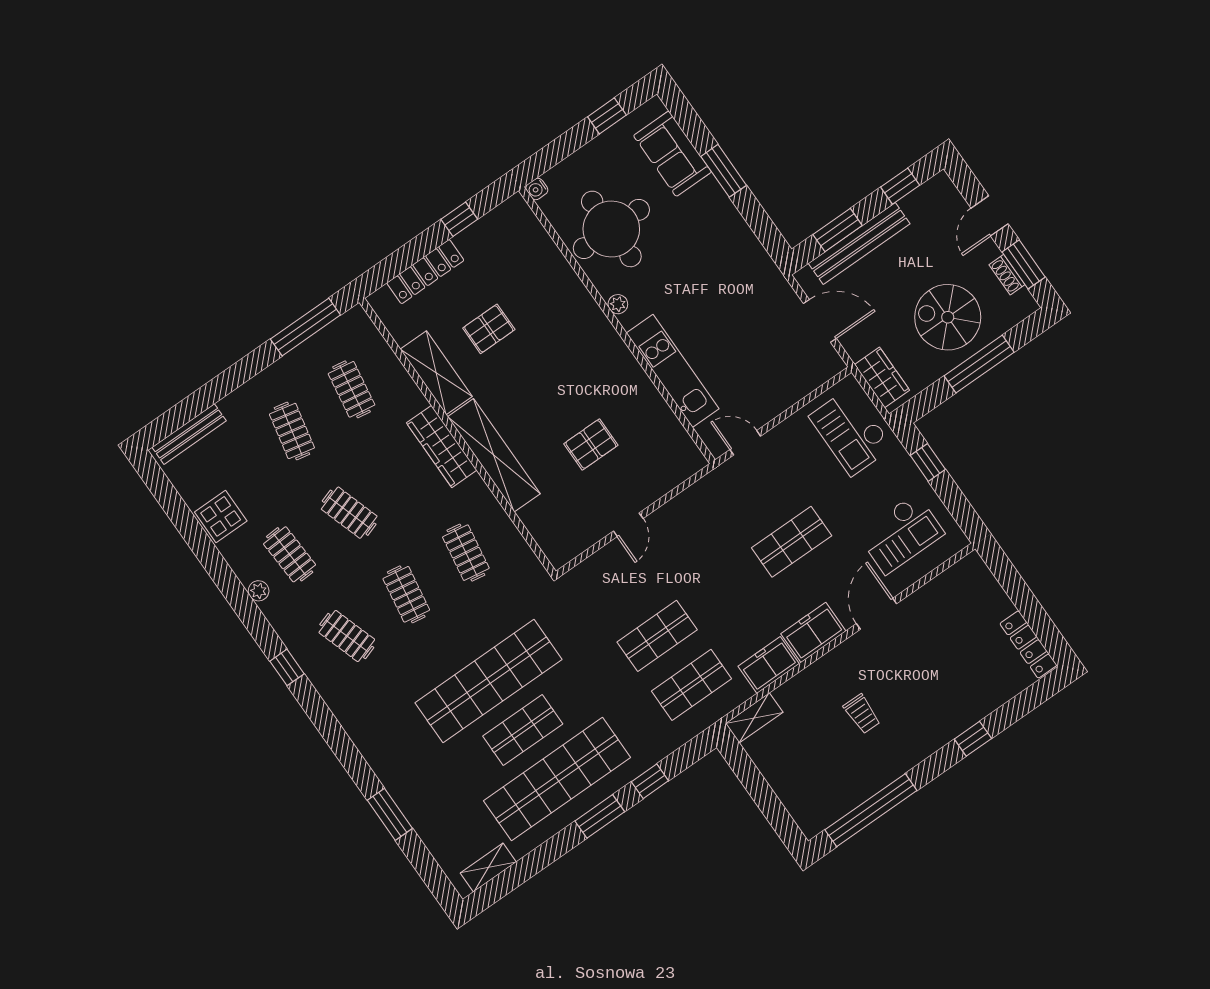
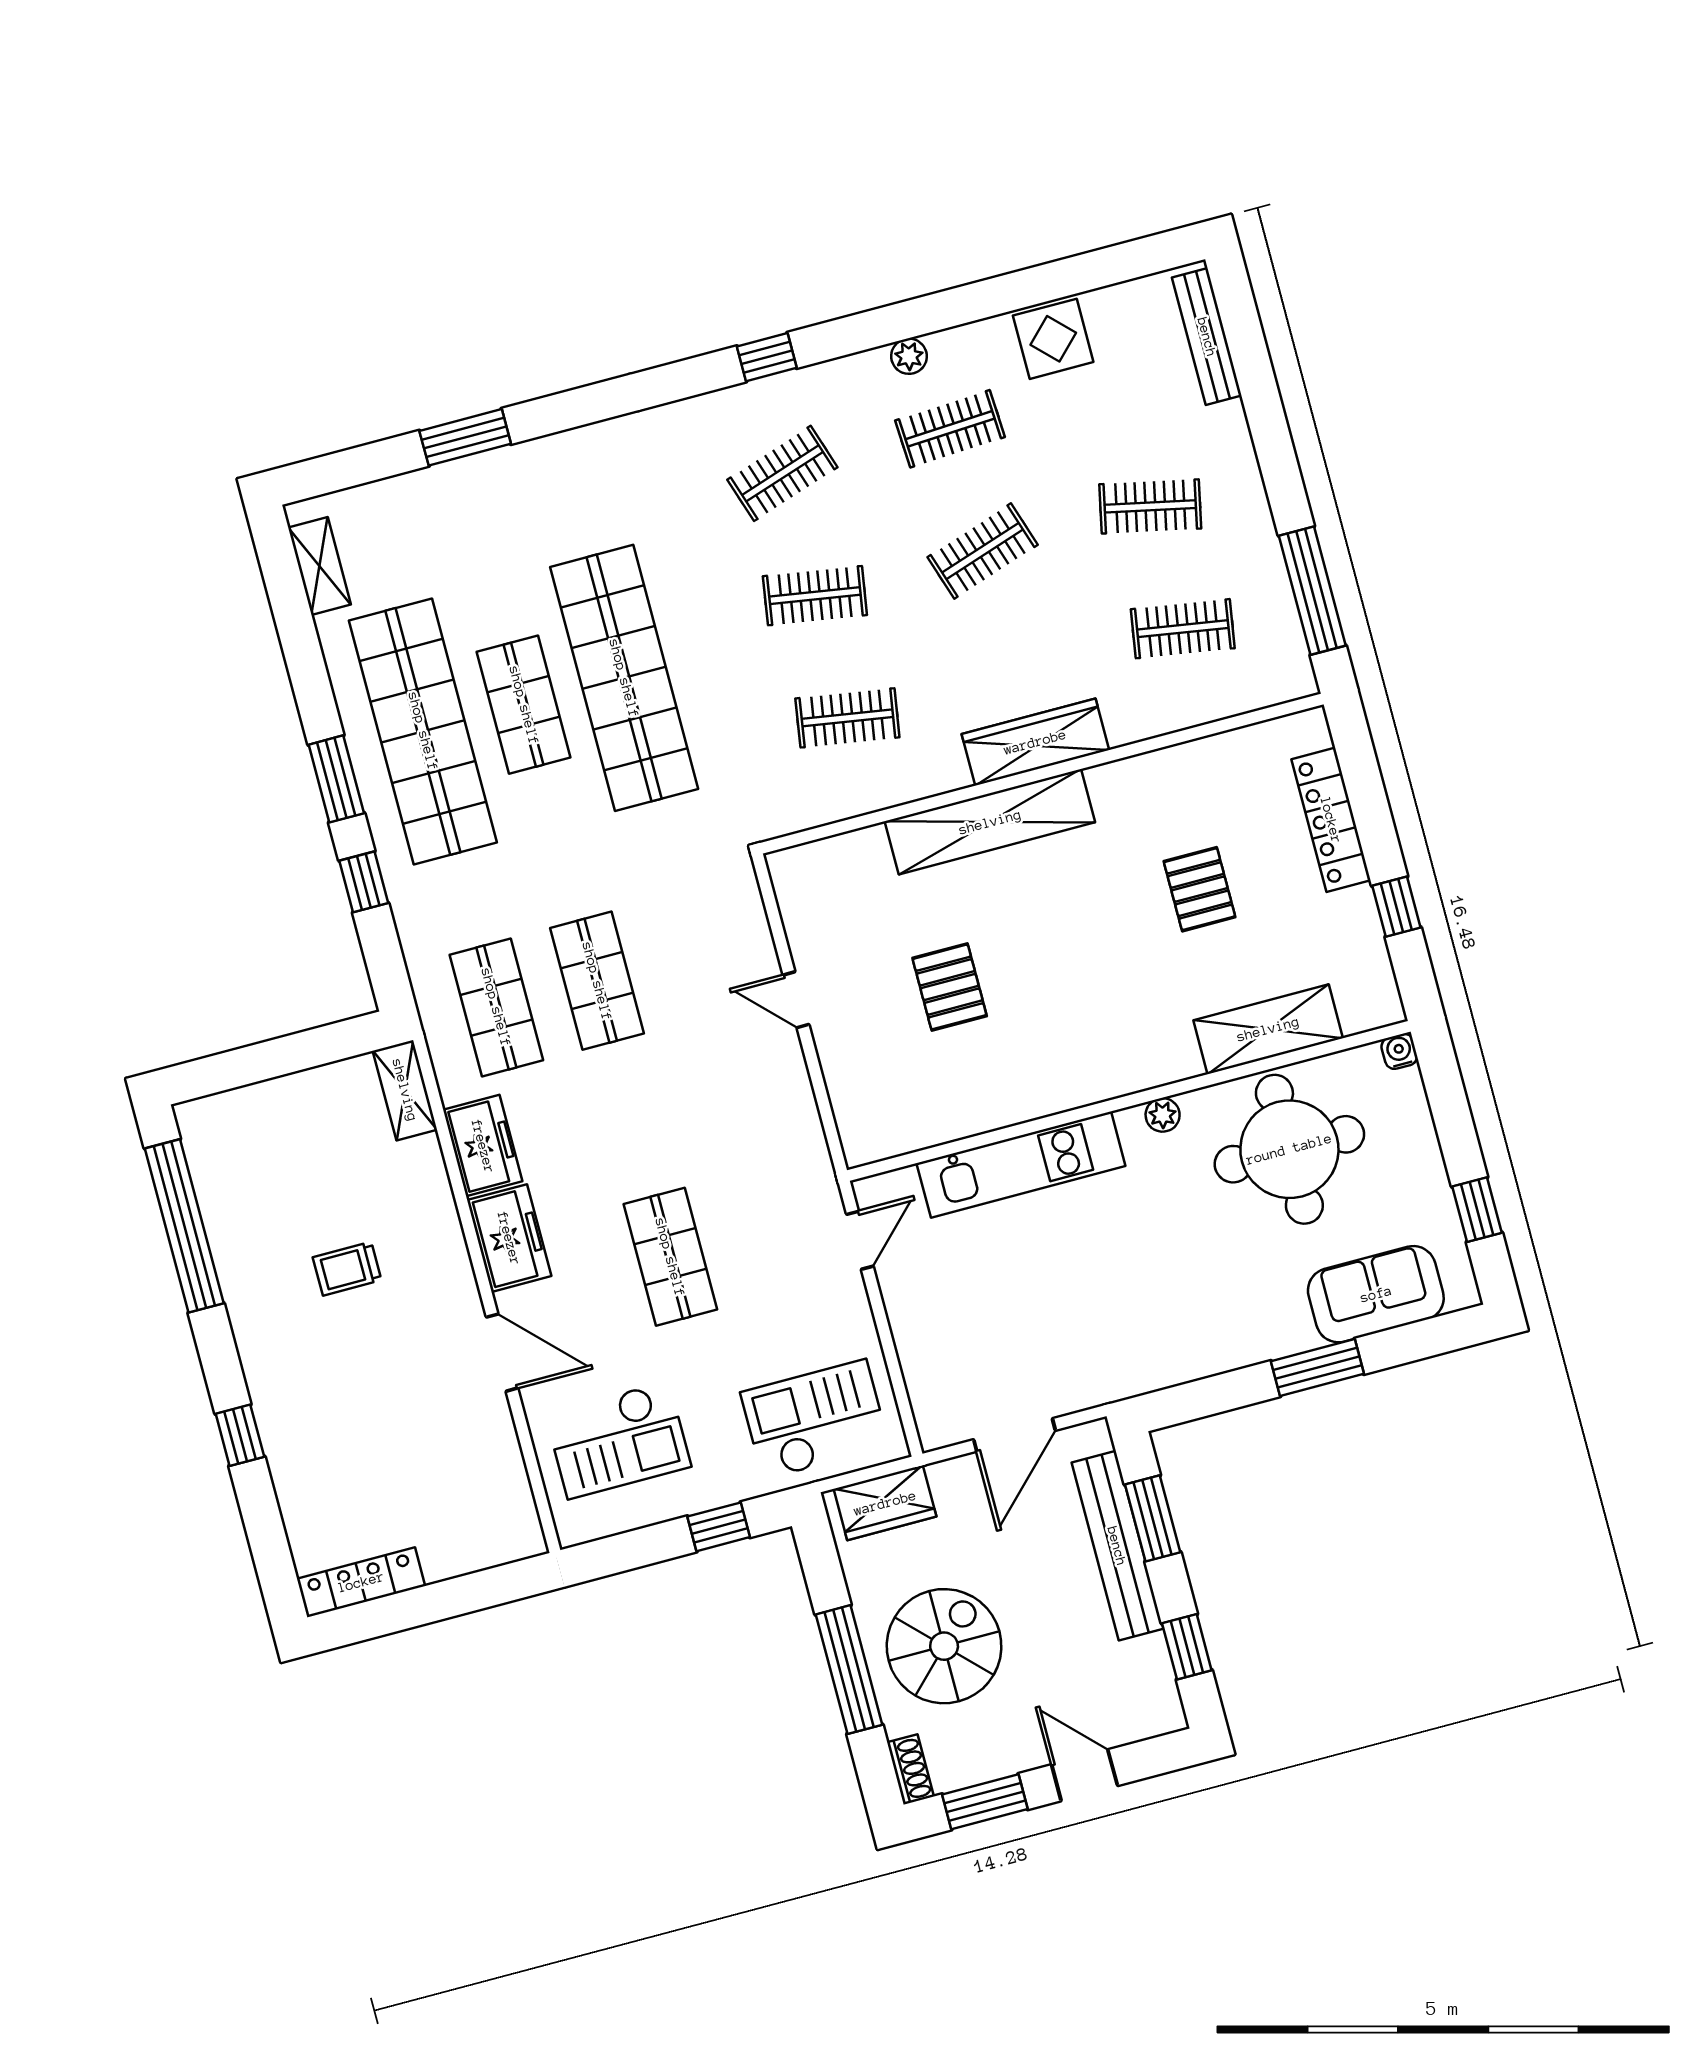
shoe rack: (1007, 275) -> (910, 1769), moved, turned 90
shelving: (436, 373) -> (1268, 1029), moved
checkout: (901, 534) -> (618, 1440), turned -90

